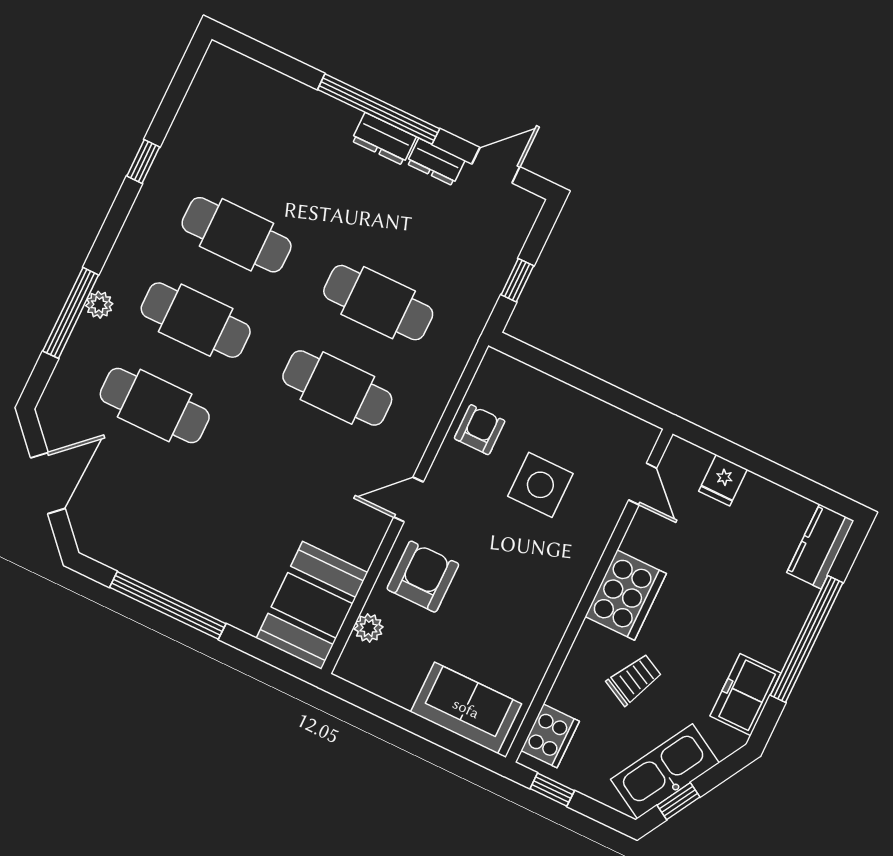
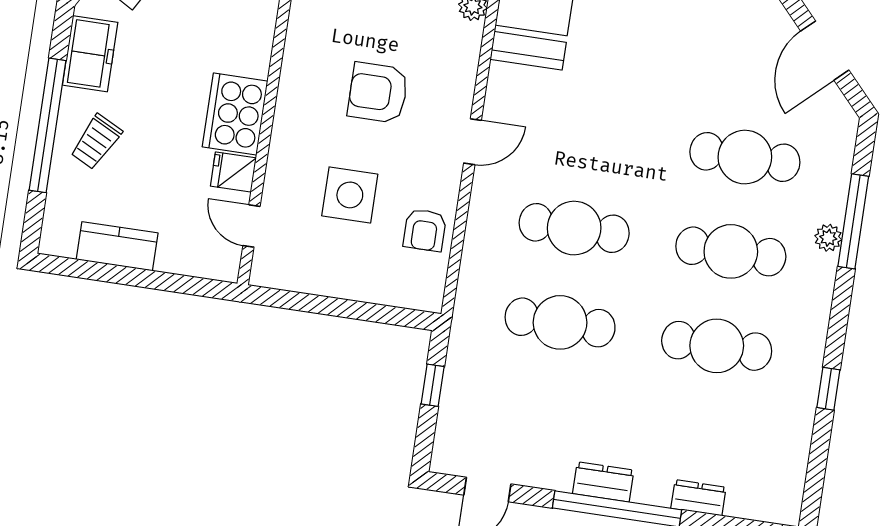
dresser: (436, 162) -> (698, 498), moved
fridge: (723, 480) -> (233, 172), moved, turned -90
kitchen counter: (820, 547) -> (117, 246), moved, turned -90
armchair: (423, 577) -> (378, 93), moved, turned 90
trolley: (634, 679) -> (96, 142), moved

